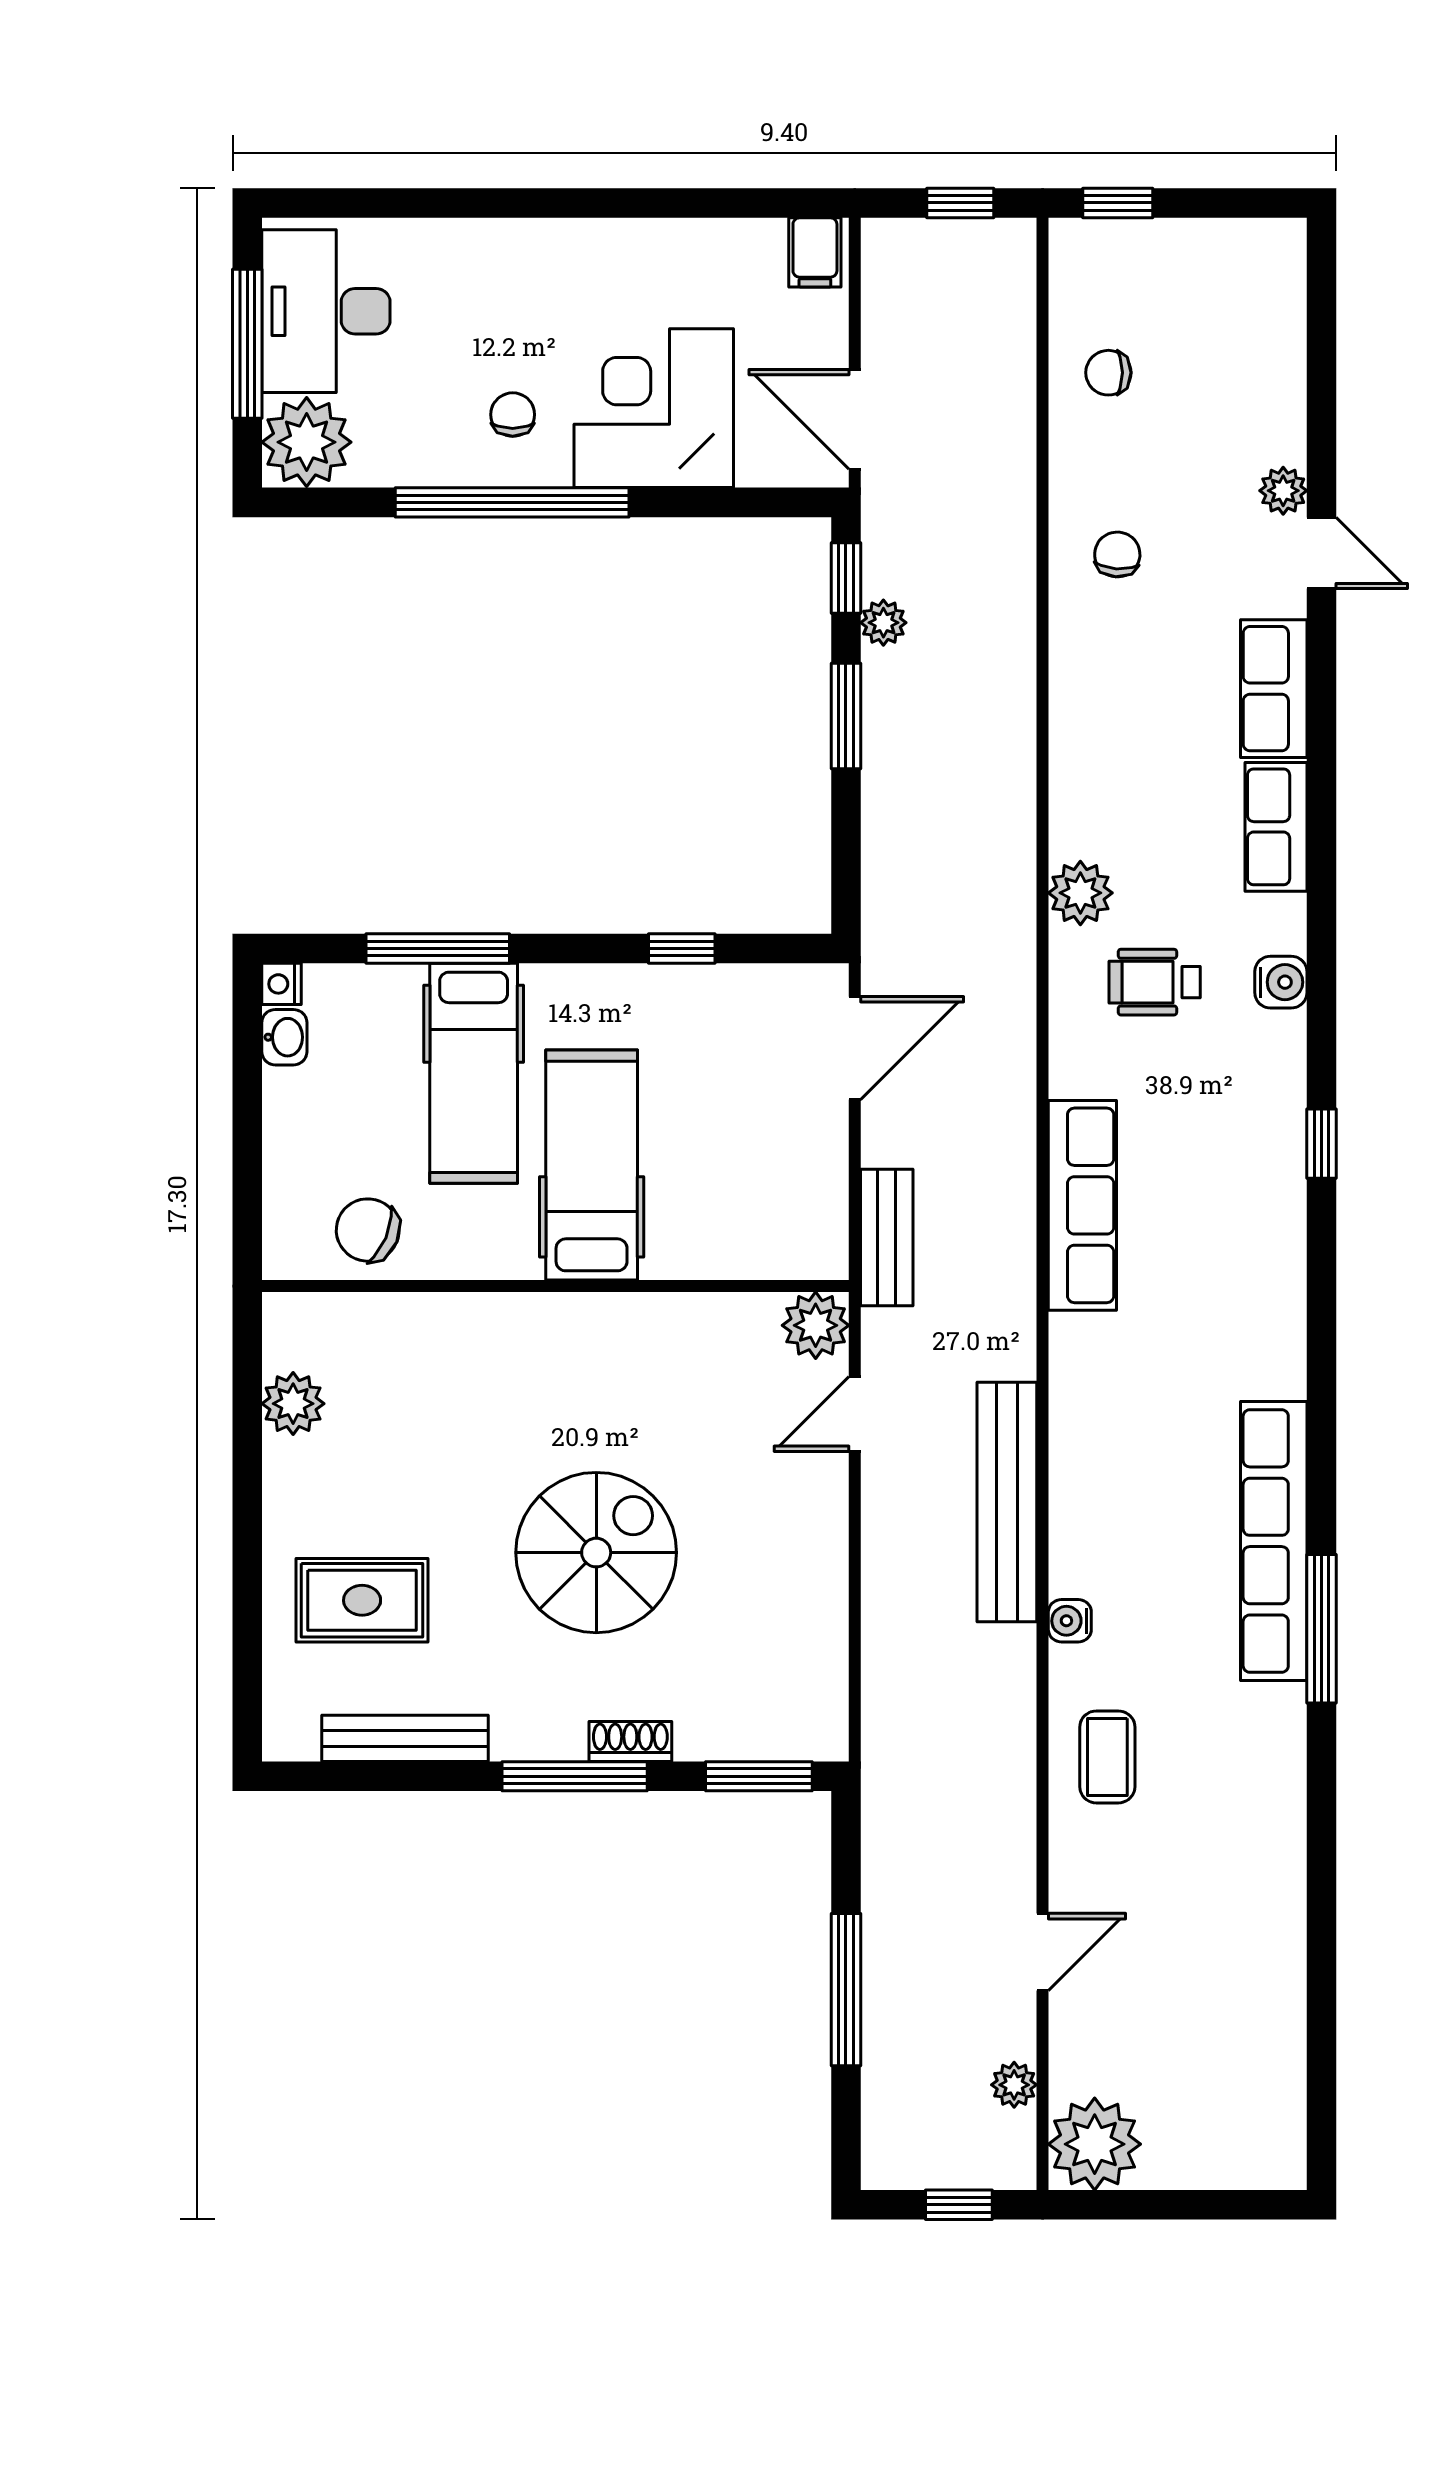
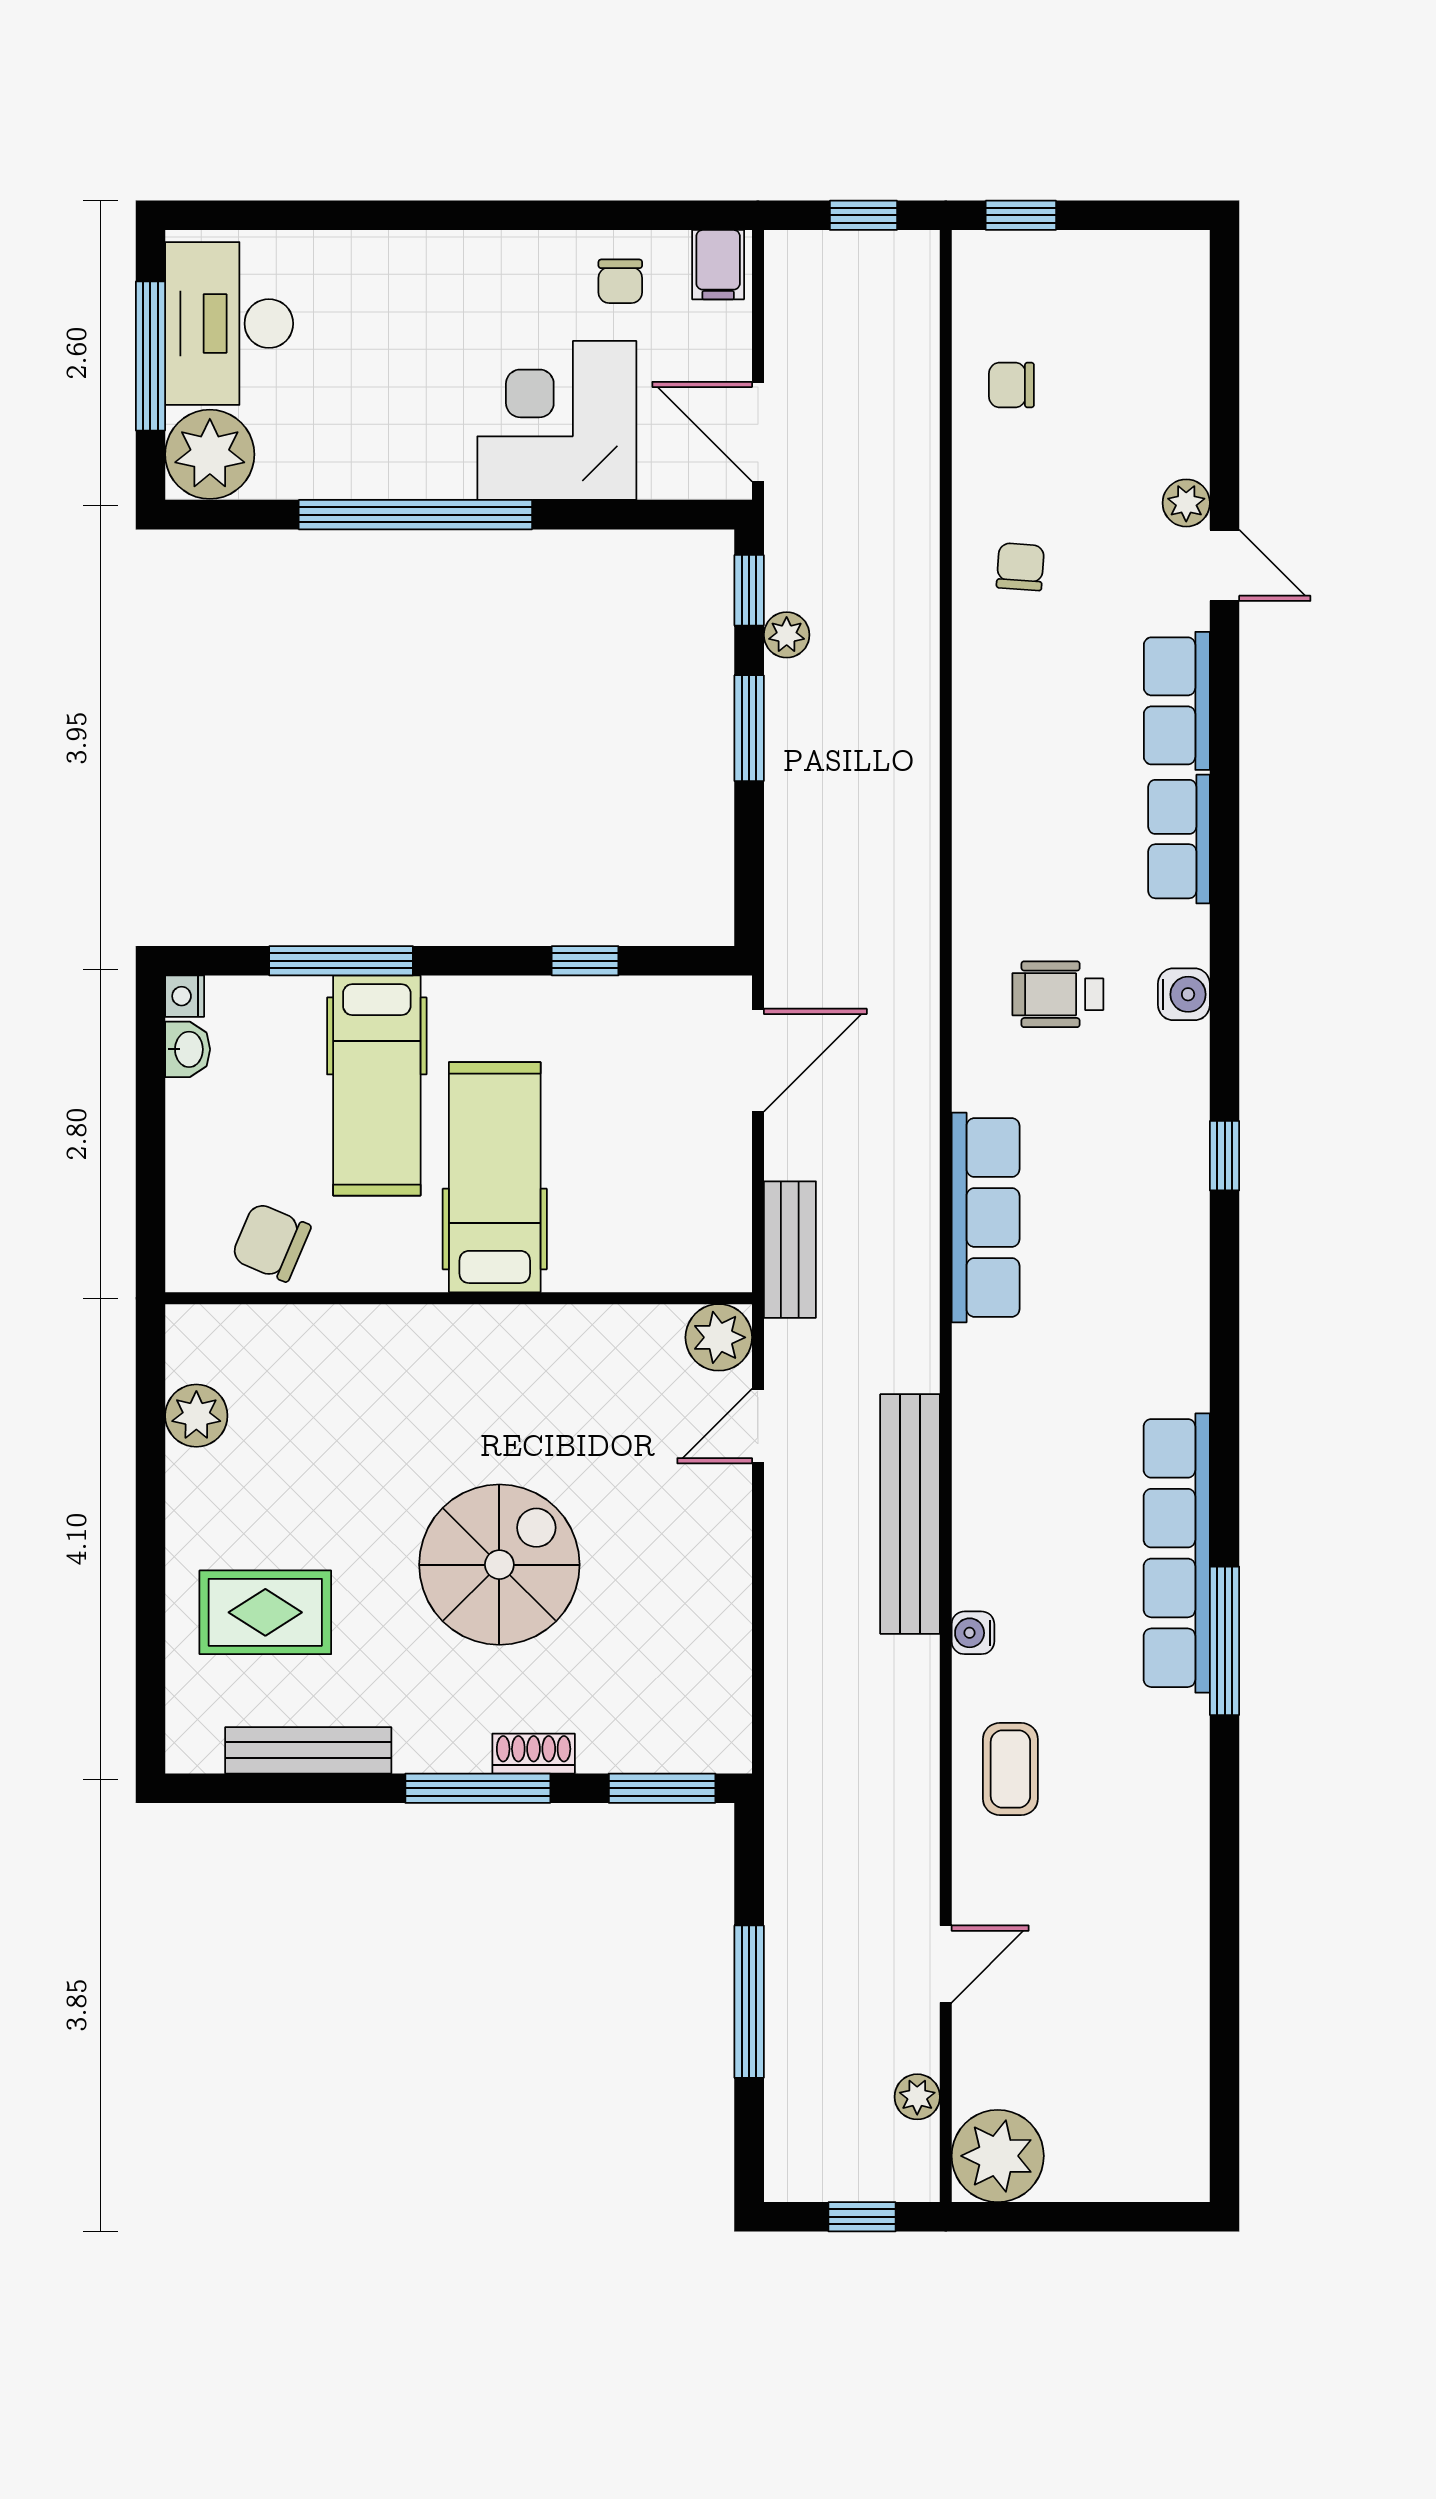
chair: (513, 415) -> (620, 281), moved, turned 180
plant: (1080, 893) -> (984, 905), removed

